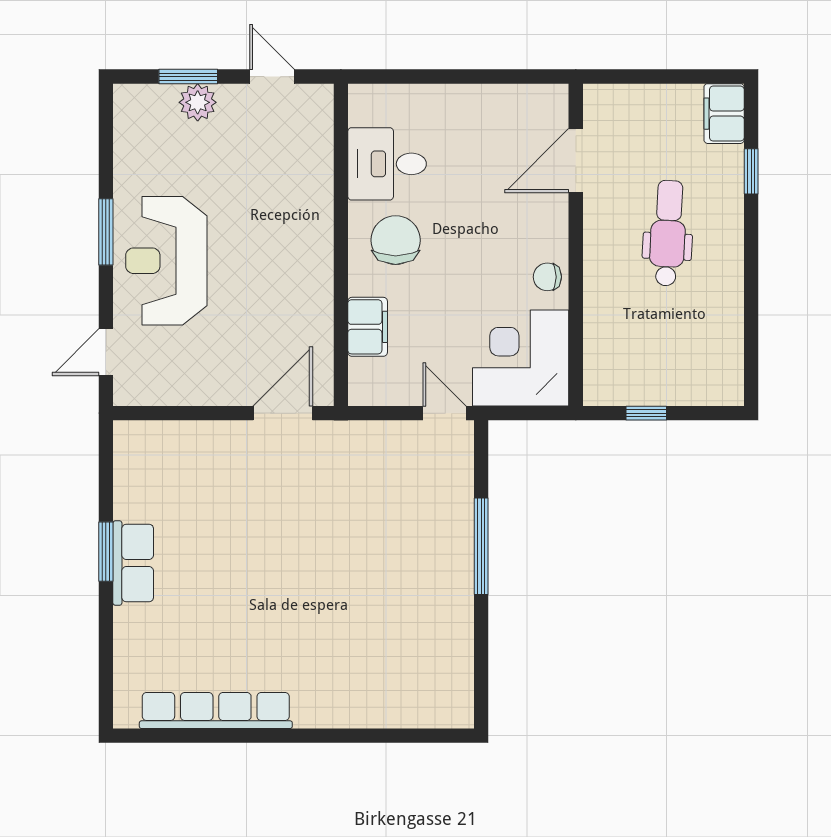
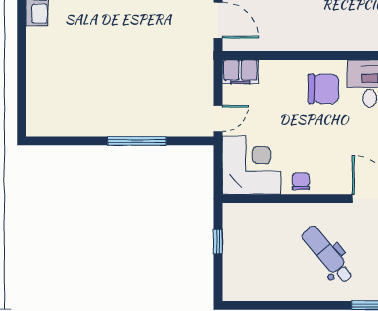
dental chair: (668, 233) -> (328, 255), turned -133
filing cabinet: (368, 327) -> (240, 72), moved

